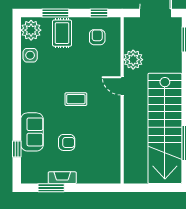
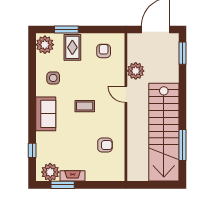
window: (99, 13) -> (105, 30), removed
side table: (30, 55) -> (53, 78), moved
sofa: (32, 132) -> (46, 114), moved
armchair: (67, 142) -> (105, 145), moved
plant: (37, 174) -> (50, 172), added

